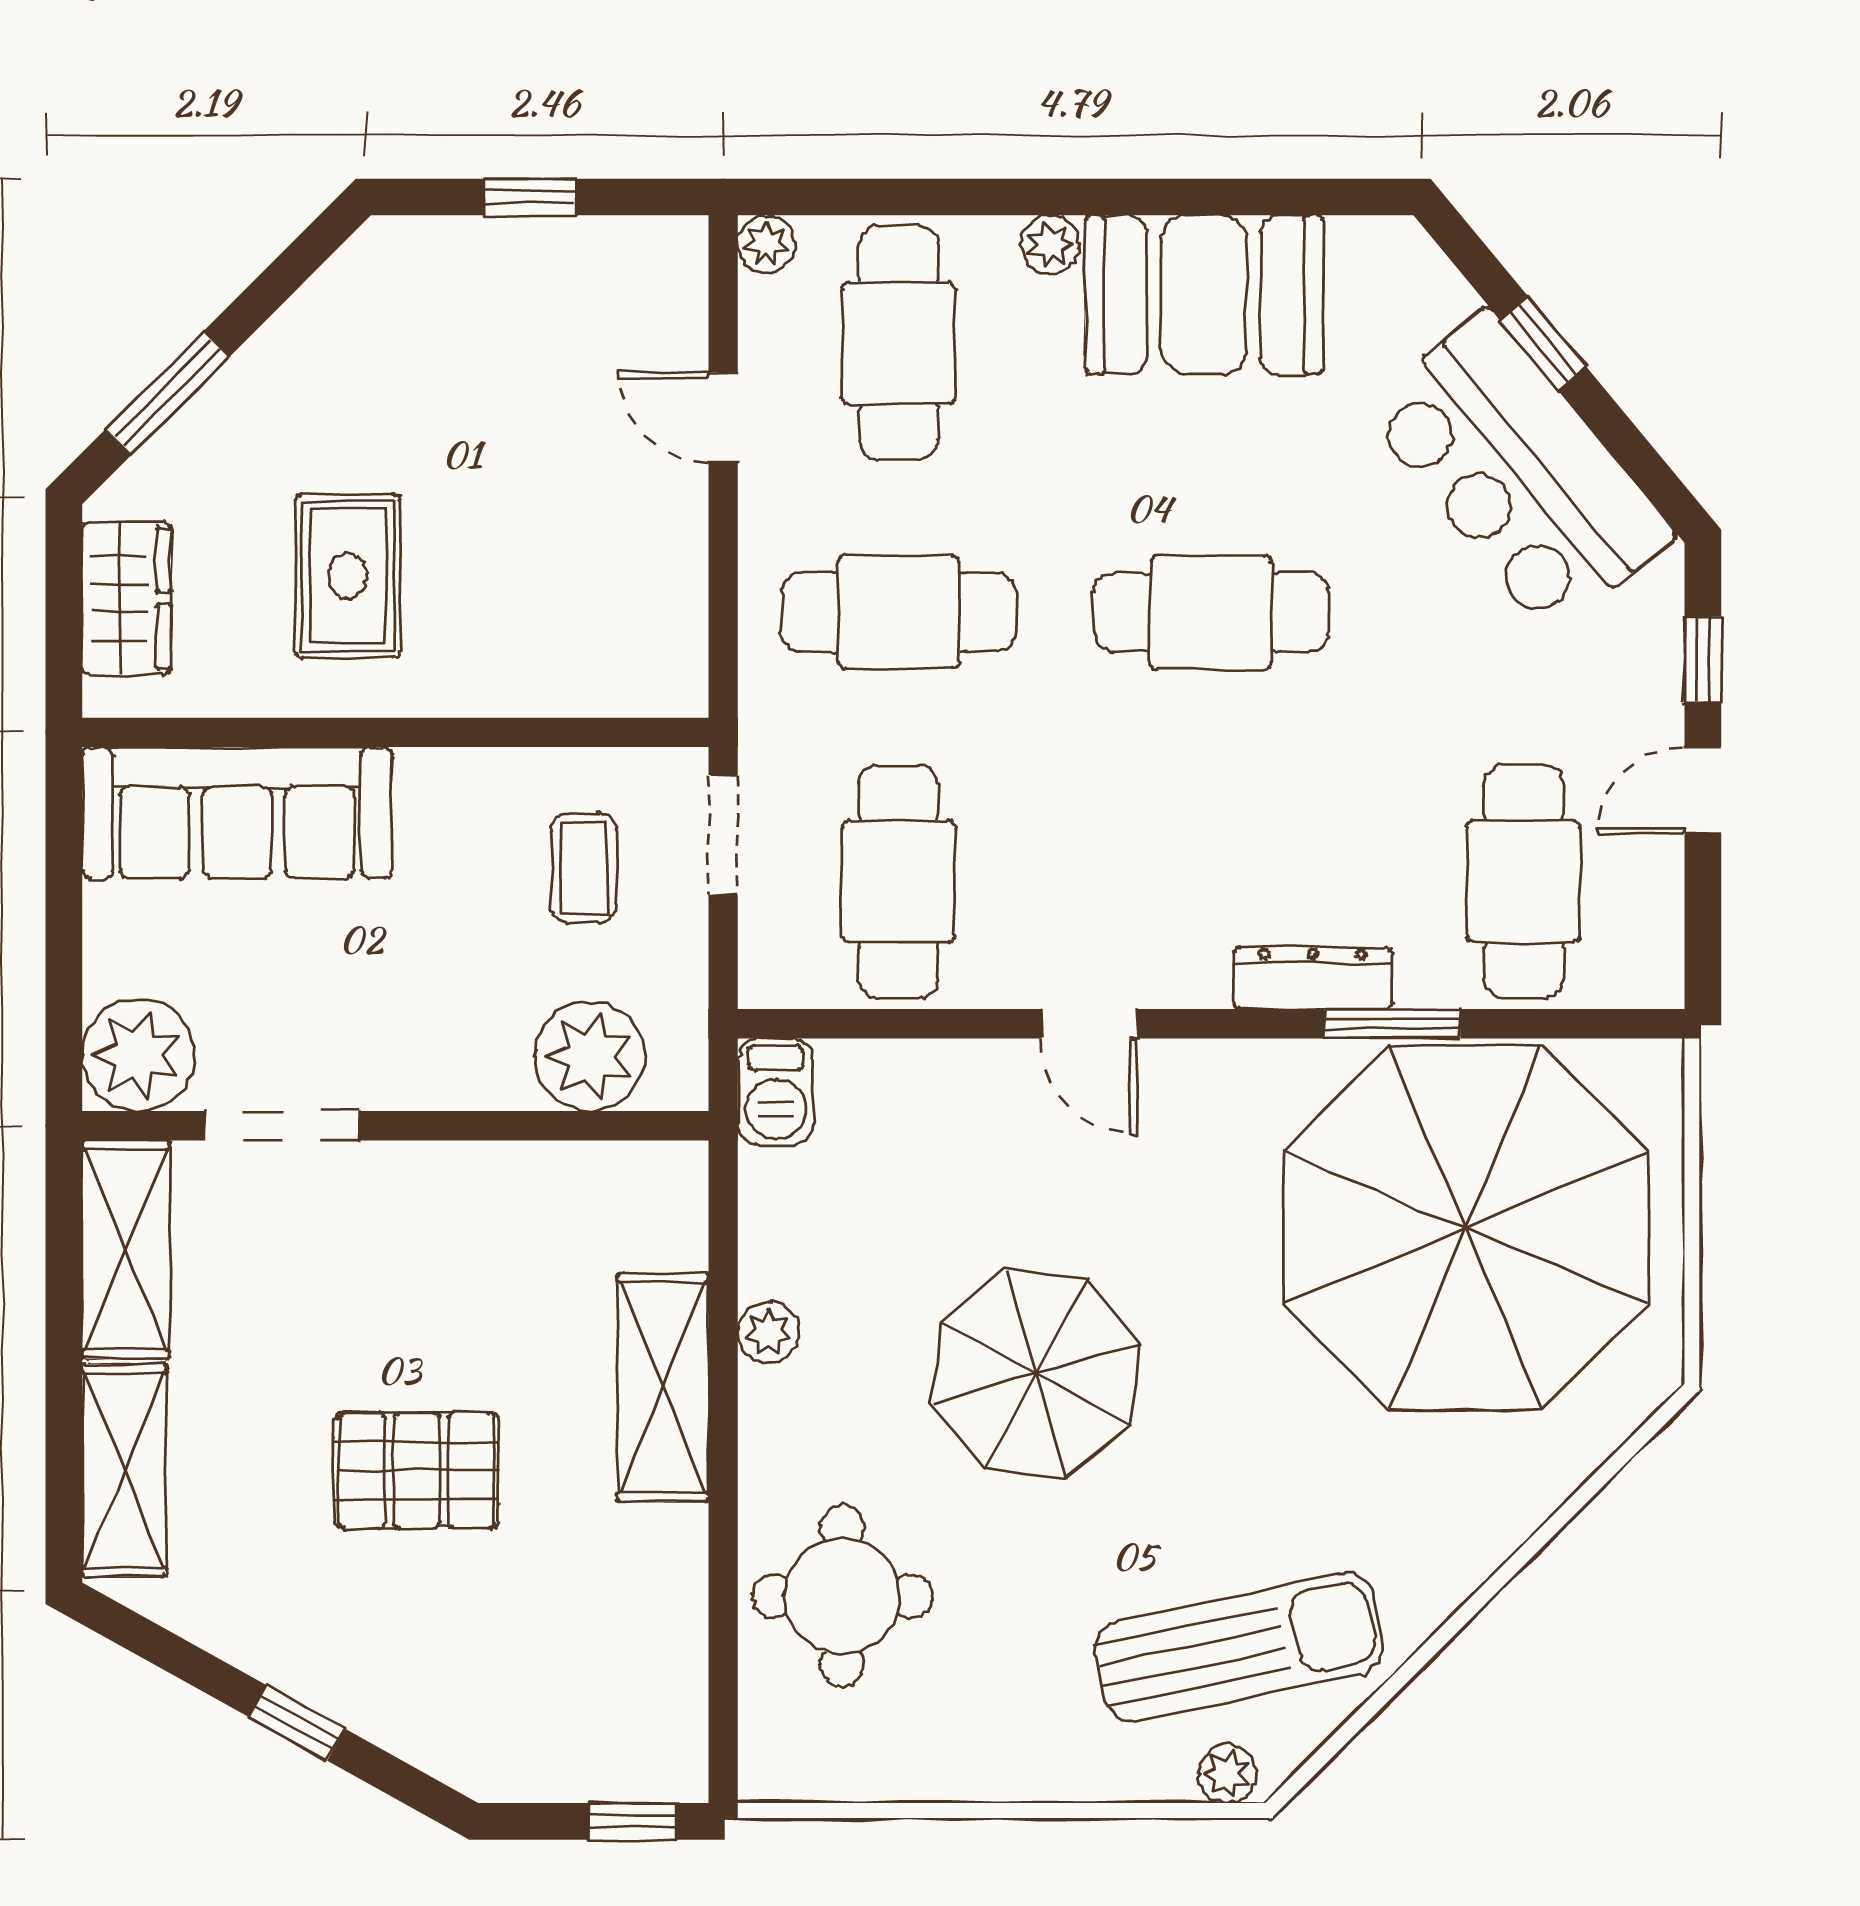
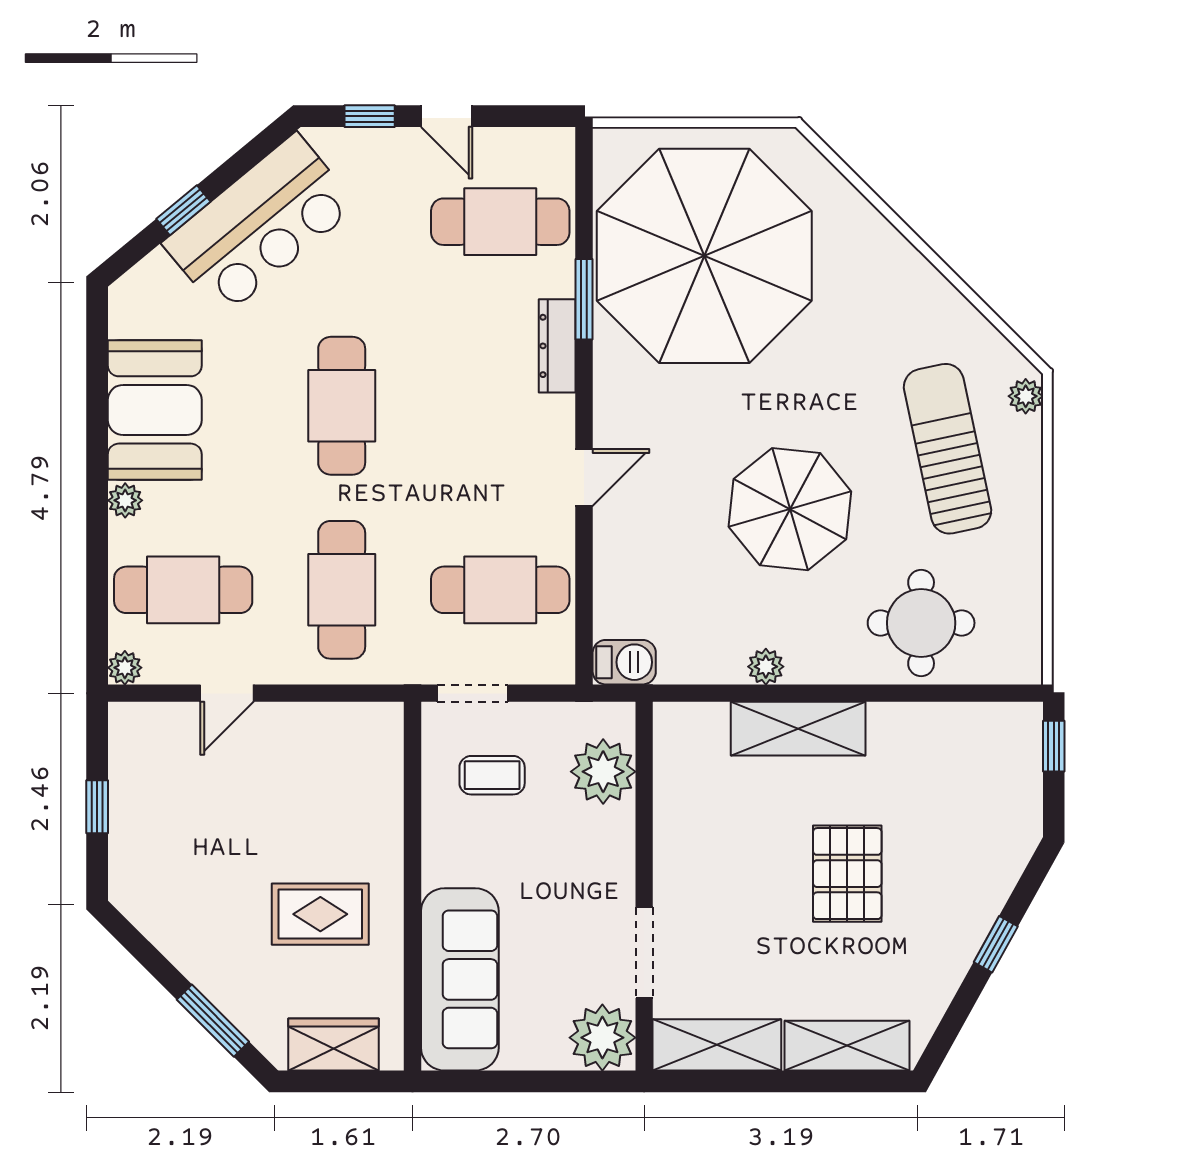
sun lounger: (1240, 1647) -> (948, 449), moved

